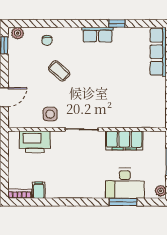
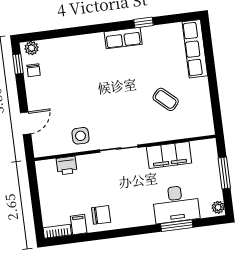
chair: (47, 40) -> (34, 70), moved
coffee table: (59, 71) -> (166, 99), moved
printer: (35, 142) -> (67, 166), width x0.53, depth x0.68
chair: (59, 185) -> (101, 215), added

